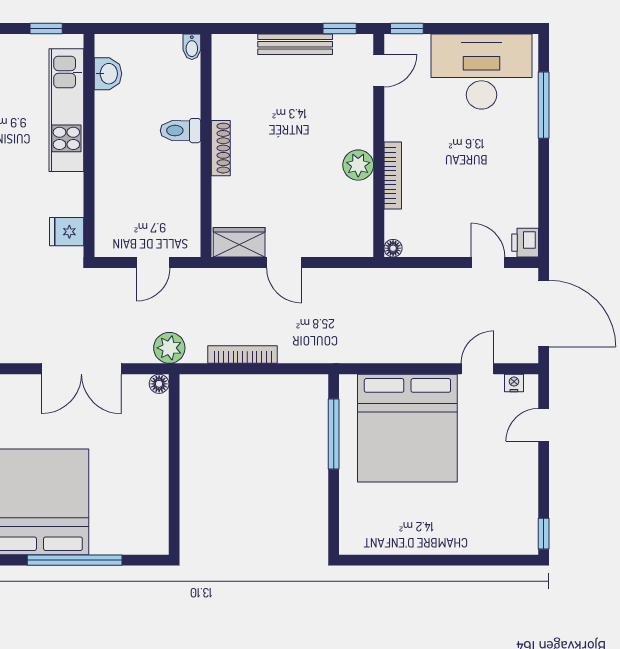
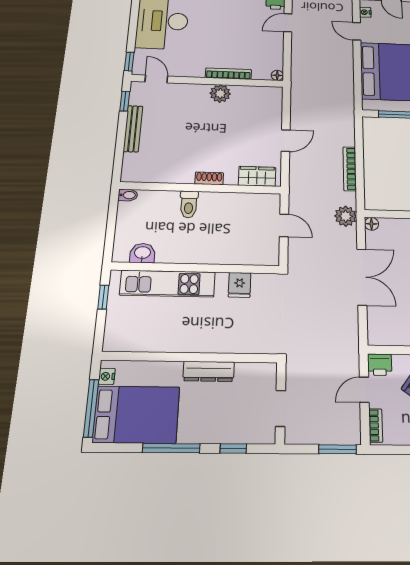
shoe rack: (221, 148) -> (209, 178), width x0.70
fridge: (67, 232) -> (240, 285), moved
wardrobe: (239, 242) -> (257, 176), moved, turned 90

